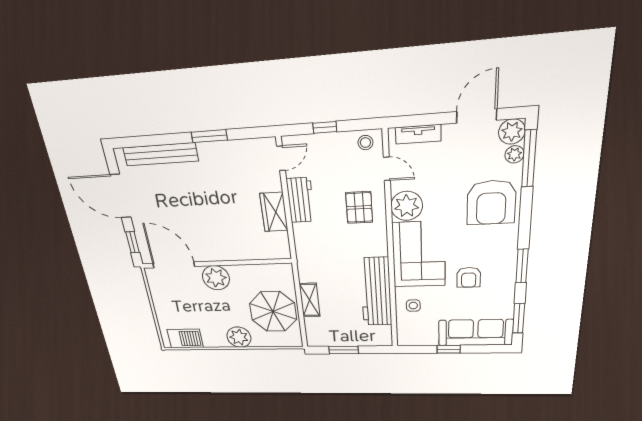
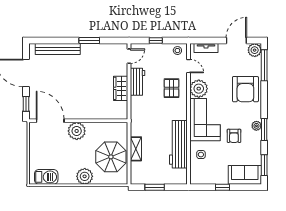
plant: (514, 154) -> (256, 126), moved
sofa: (476, 333) -> (245, 175), width x0.73

